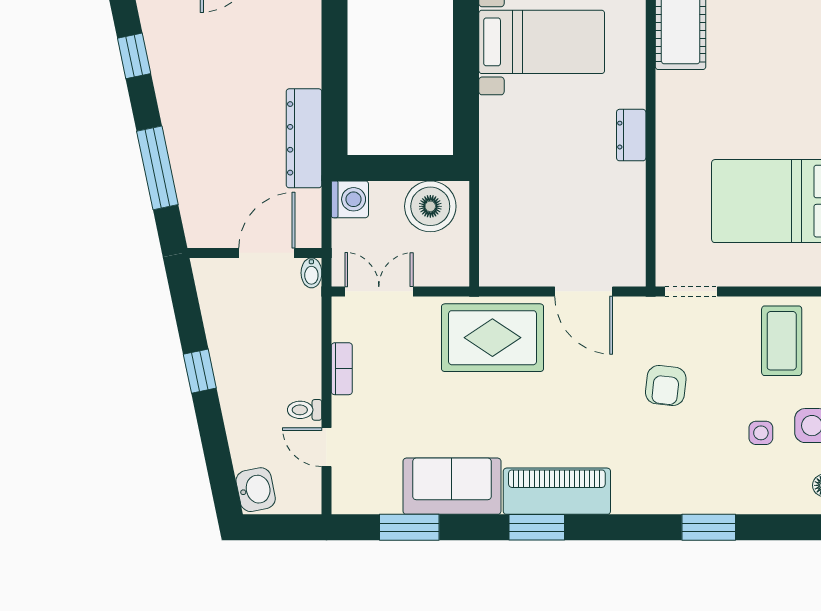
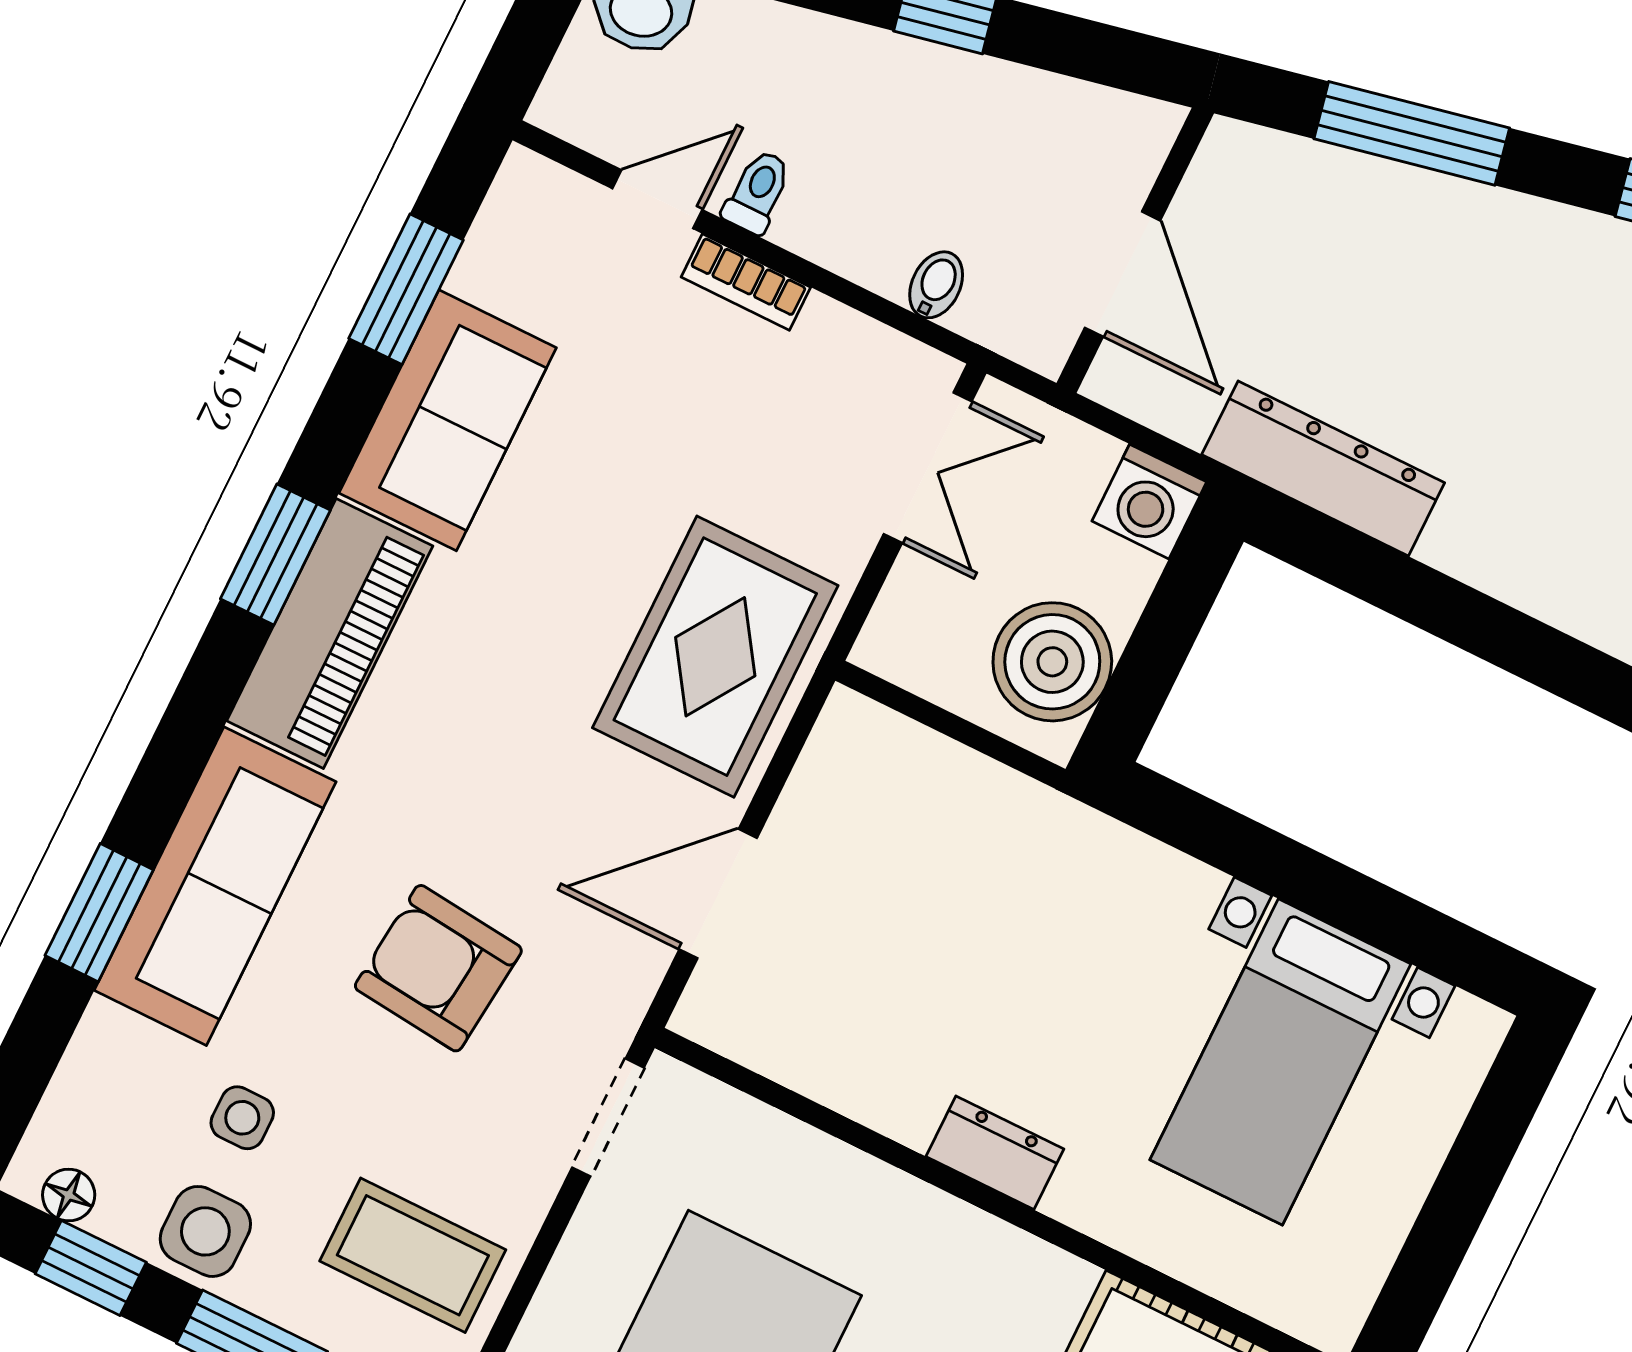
bidet: (311, 273) -> (936, 285), moved, turned 90
bookcase: (342, 369) -> (746, 282), moved
armchair: (666, 386) -> (438, 968), width x1.38, depth x1.38
sofa: (676, 488) -> (215, 886), added

